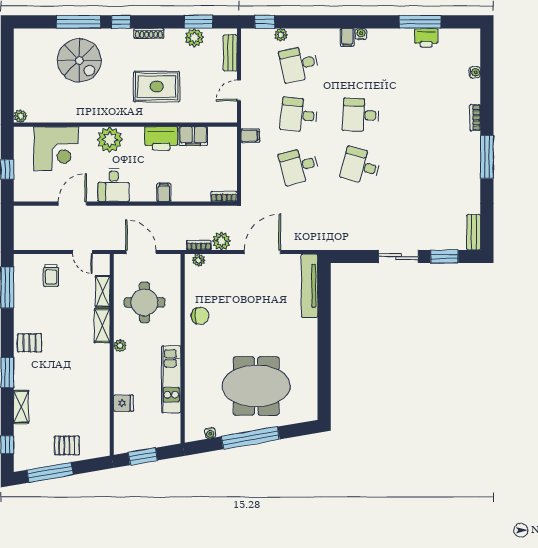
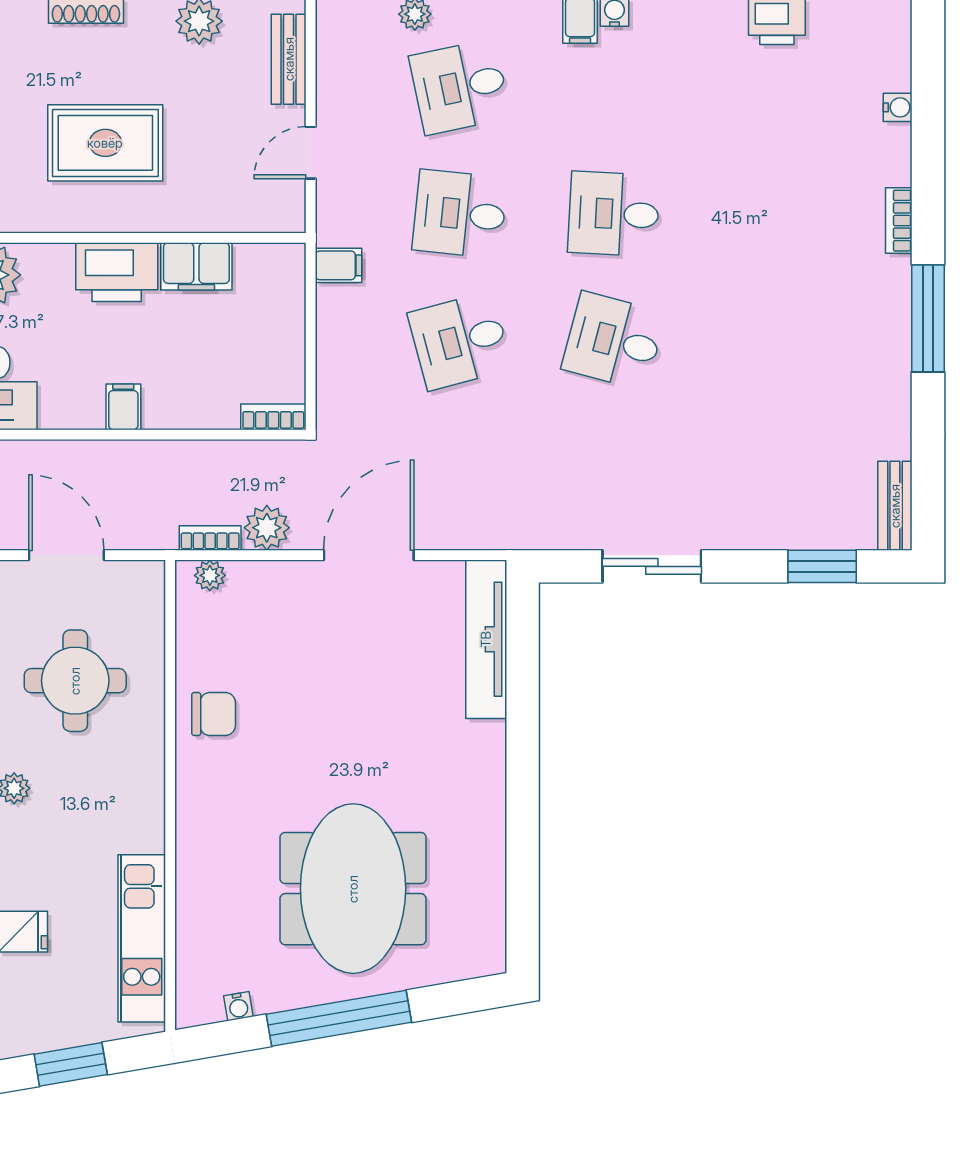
sliding door: (399, 256) -> (652, 566), moved
kitchen unit: (171, 379) -> (142, 938), moved
meeting table: (256, 386) -> (353, 889), turned 90

